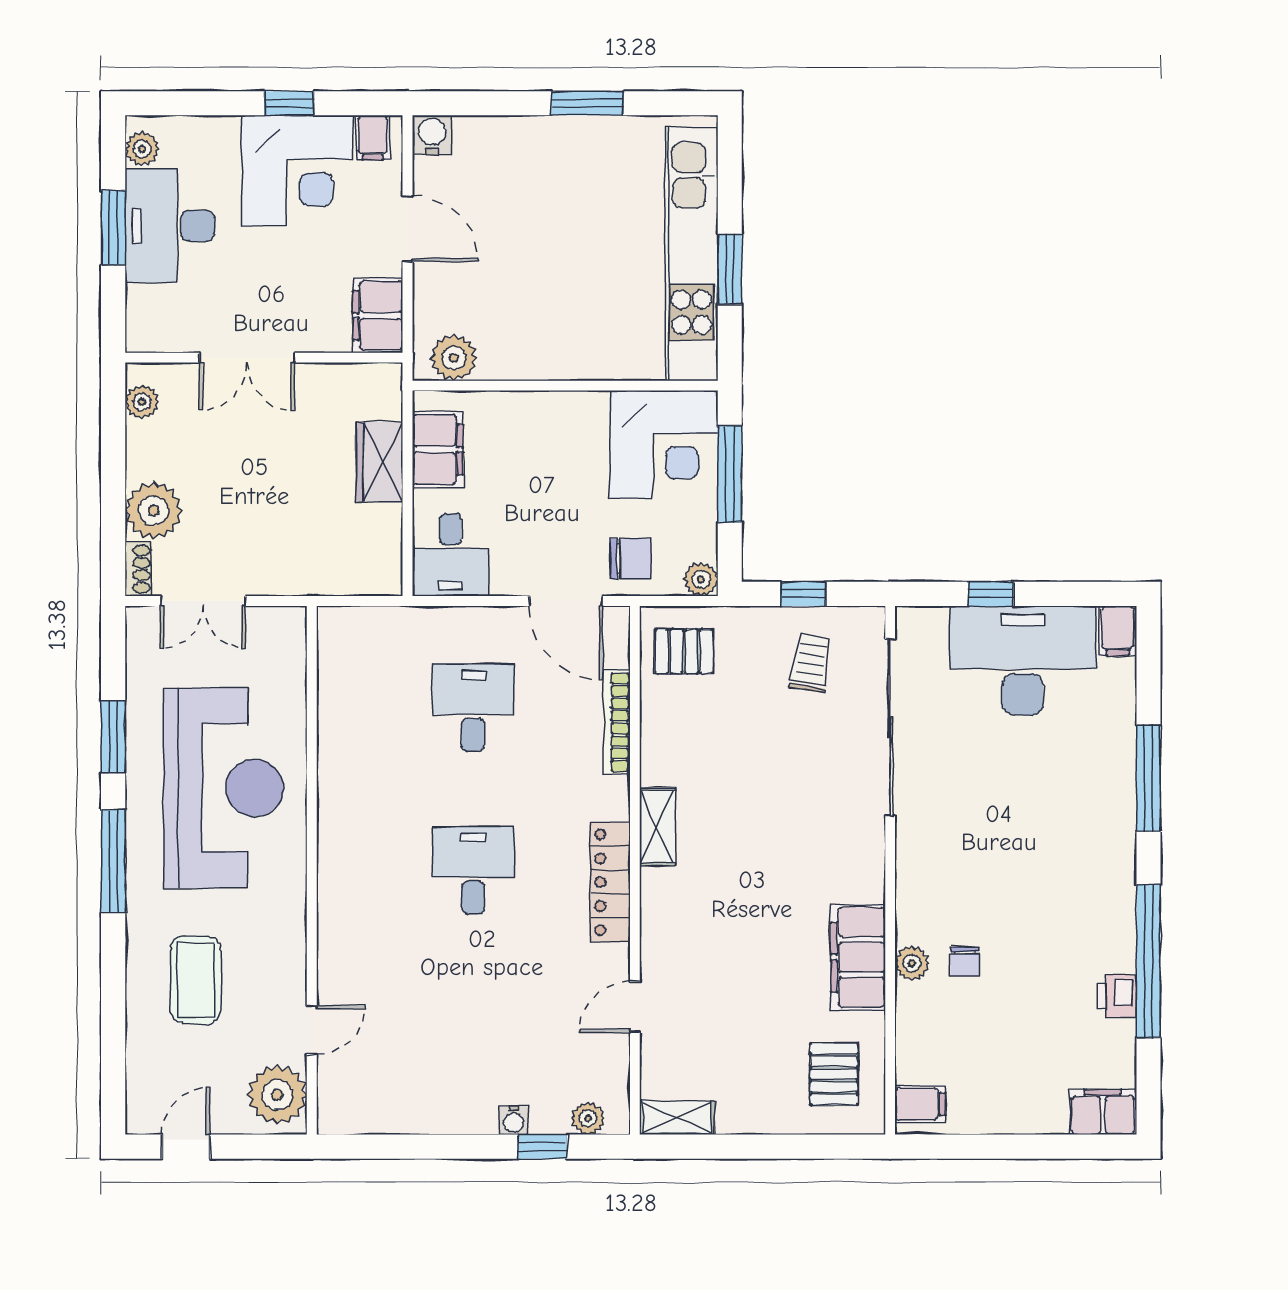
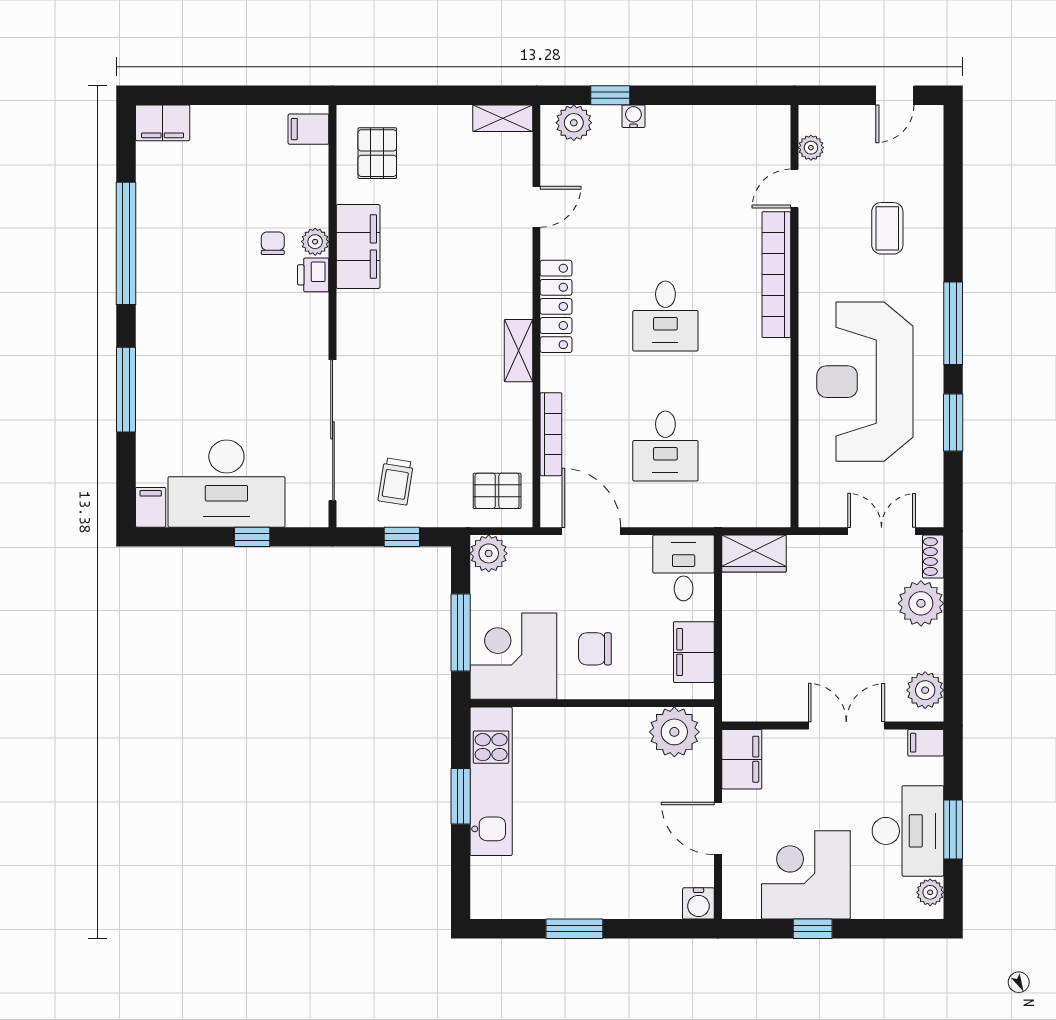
filing cabinet: (373, 138) -> (926, 743), moved, turned -90
kitchen unit: (692, 254) -> (491, 781), width x0.73
plant: (454, 358) -> (674, 732), width x1.36, depth x1.36
plant: (142, 402) -> (925, 690), width x1.38, depth x1.38
wardrobe: (379, 462) -> (754, 554), moved, turned 90
chair: (631, 559) -> (595, 649), moved
plant: (701, 579) -> (489, 553), width x1.38, depth x1.38
bookcase: (334, 922) -> (776, 275), added
coffee table: (196, 980) -> (887, 228), width x0.73, depth x0.77
printer: (1117, 996) -> (313, 275), moved, turned 180
plant: (277, 1095) -> (811, 148), width x0.53, depth x0.53
plant: (588, 1118) -> (574, 123), width x1.38, depth x1.38

